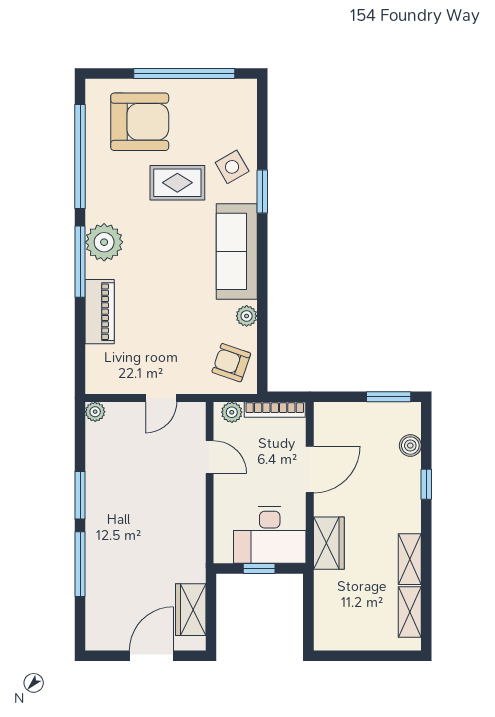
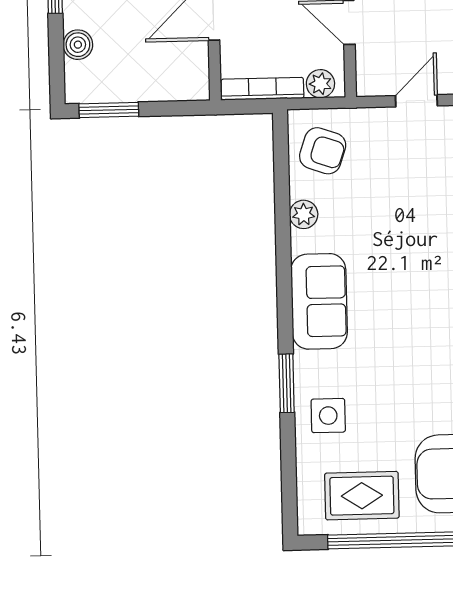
side table: (232, 167) -> (328, 416), turned 30
rug: (177, 183) -> (362, 496), moved
sofa: (237, 251) -> (319, 301), width x0.73

